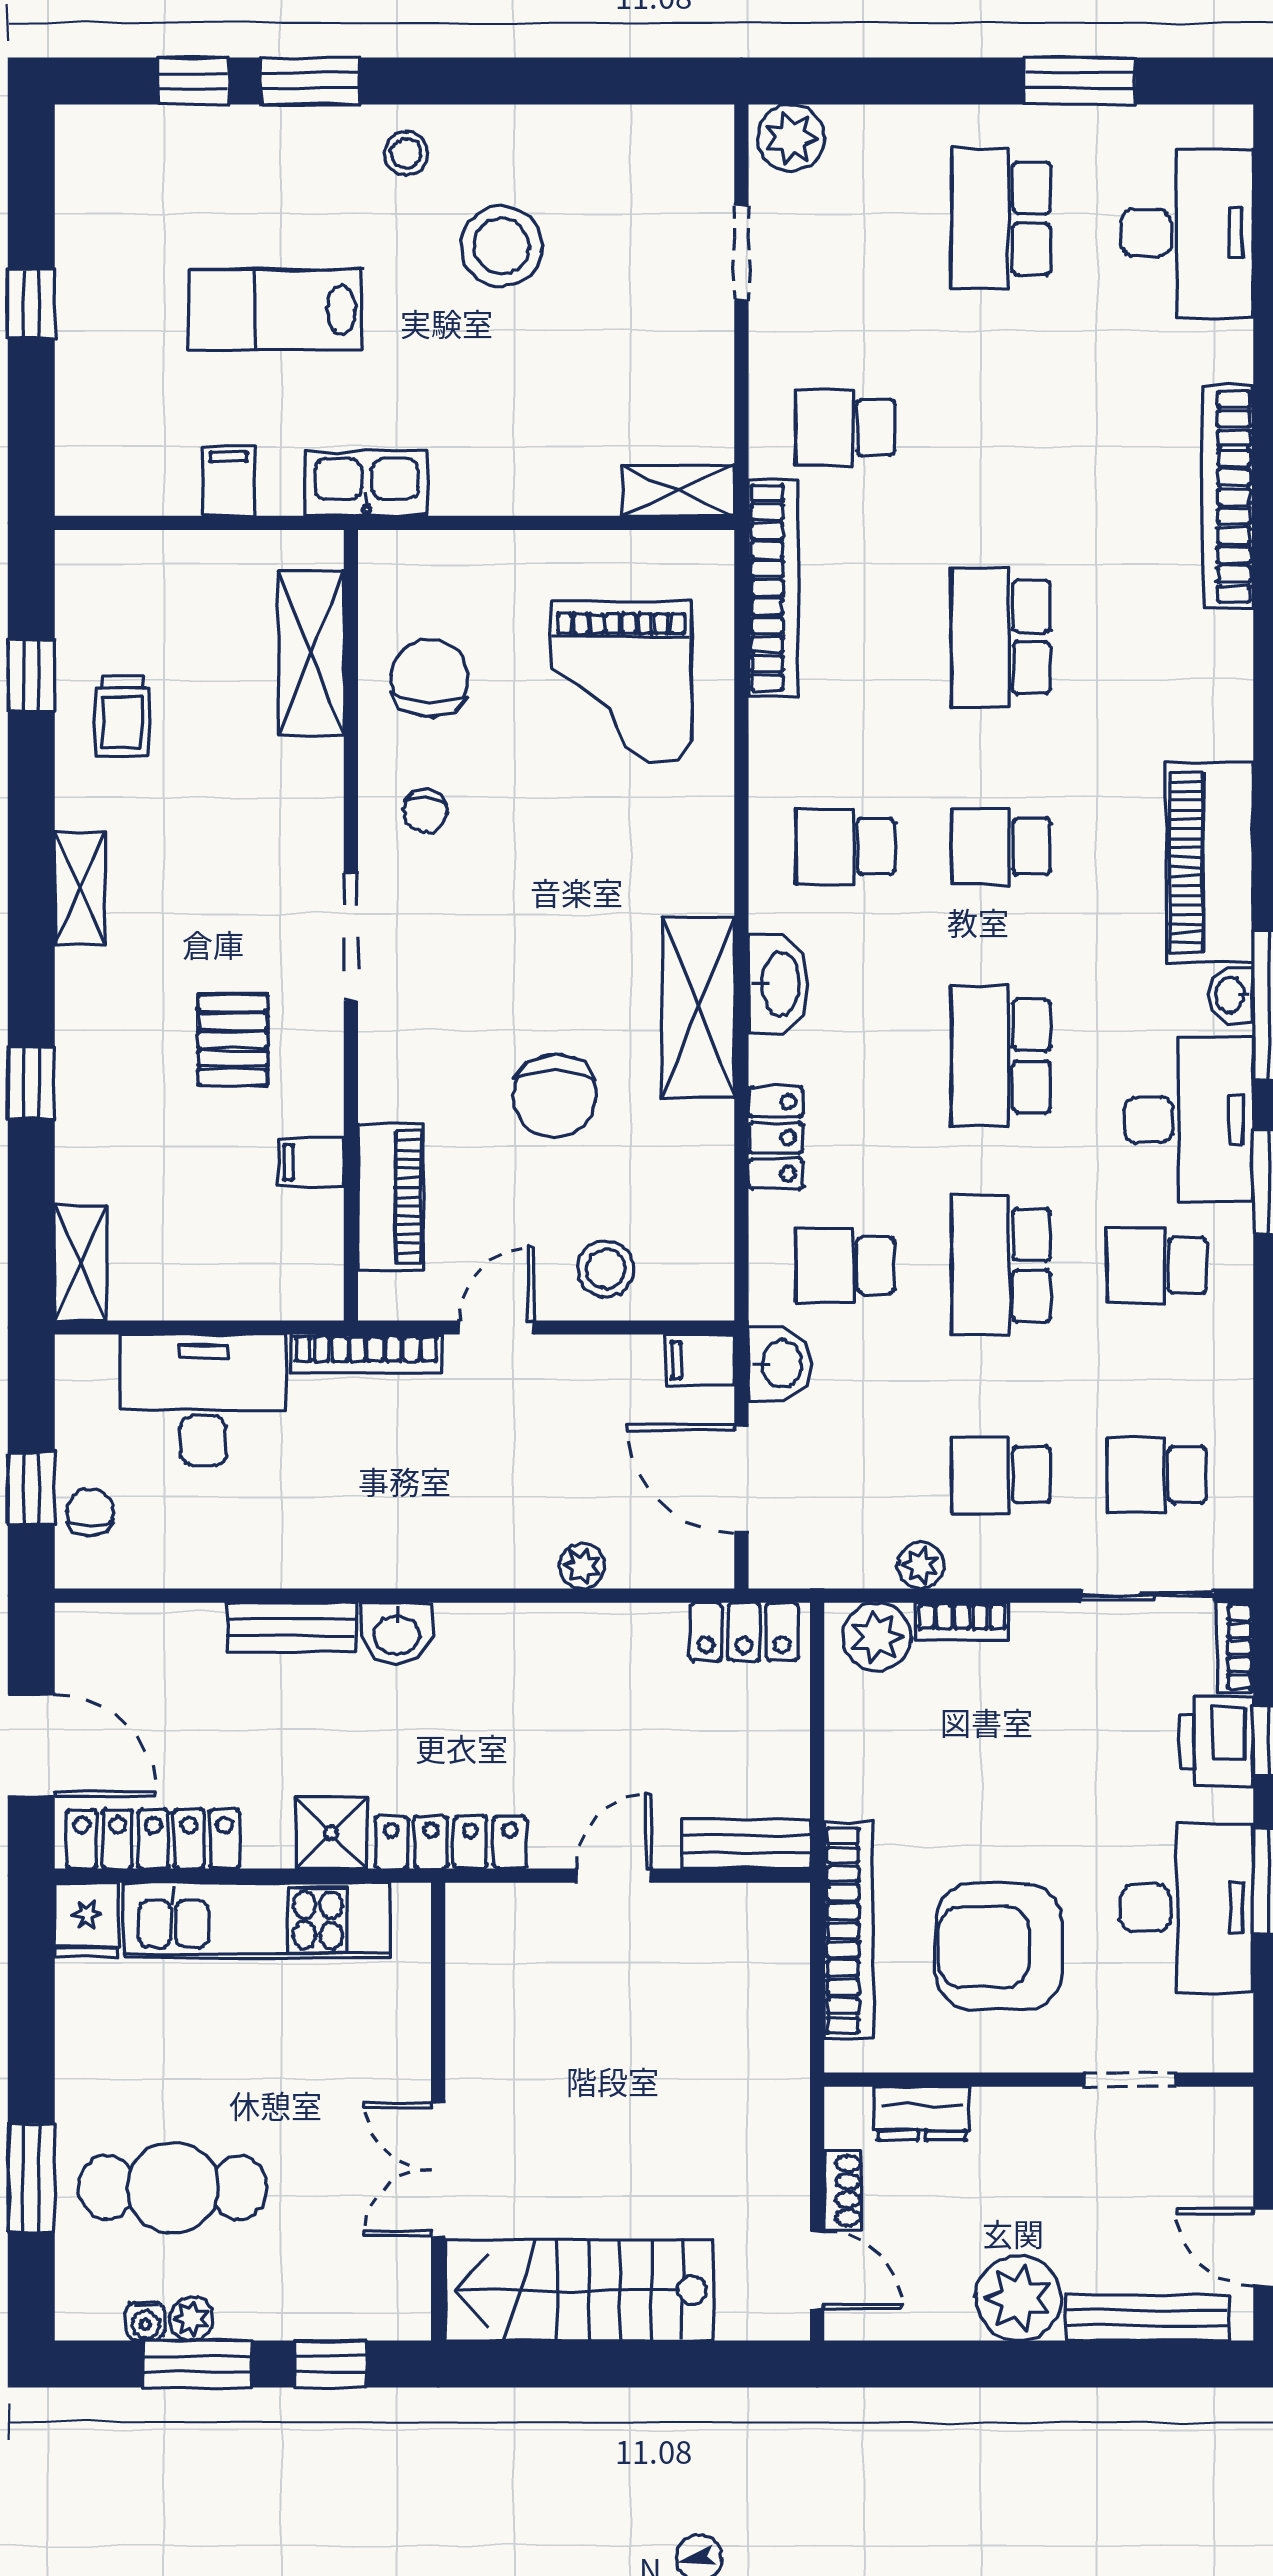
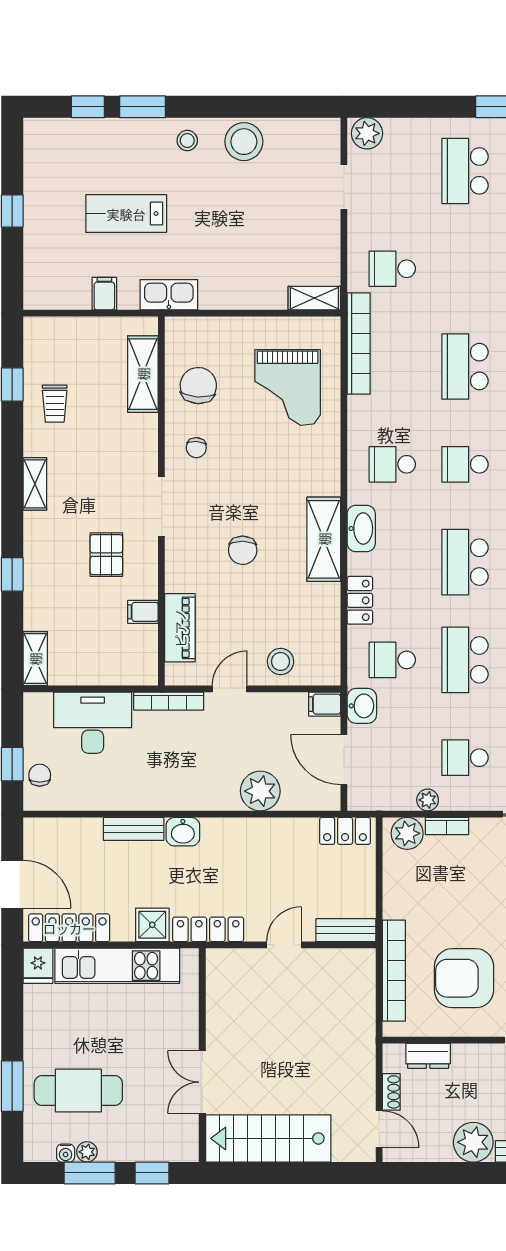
stool: (501, 246) -> (244, 142), moved
chair: (555, 1096) -> (243, 550), moved, width x0.73, depth x0.73
plant: (582, 1566) -> (260, 791), width x1.88, depth x1.88

